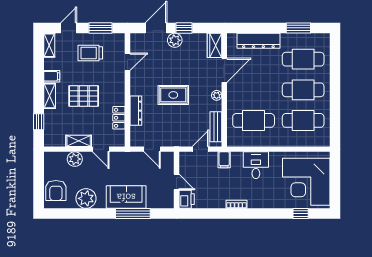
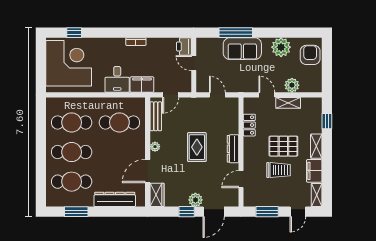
trolley: (90, 53) -> (279, 170), moved
filing cabinet: (52, 76) -> (314, 171), width x2.00
rug: (173, 95) -> (197, 147), turned 90
dresser: (136, 111) -> (233, 149), moved
filing cabinet: (224, 160) -> (142, 85), width x2.00

